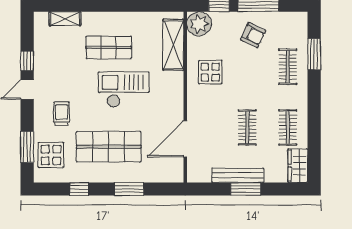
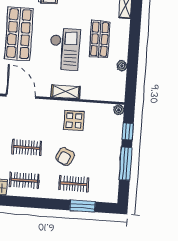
plant: (139, 18) -> (122, 66), added
plant: (199, 24) -> (119, 110), width x0.53, depth x0.53
armchair: (253, 35) -> (65, 156), moved
shelving: (173, 45) -> (66, 92), moved, width x0.67, depth x0.75

